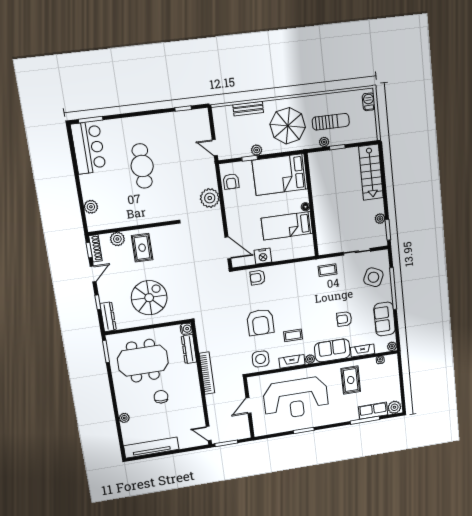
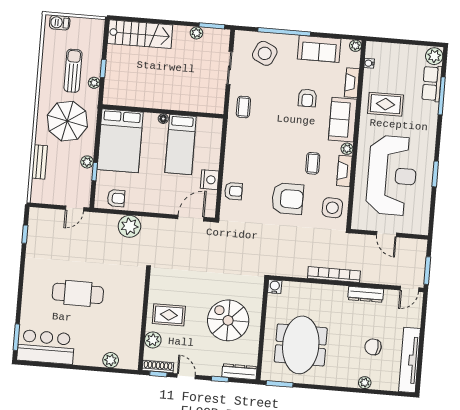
armchair: (258, 278) -> (233, 191), turned -90
dresser: (189, 349) -> (366, 294), moved
chair: (161, 397) -> (373, 347), moved

